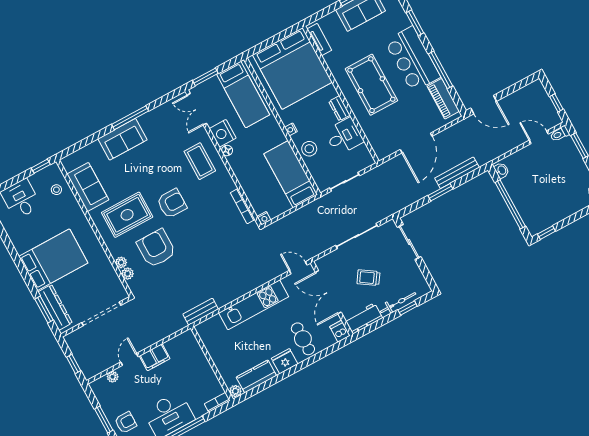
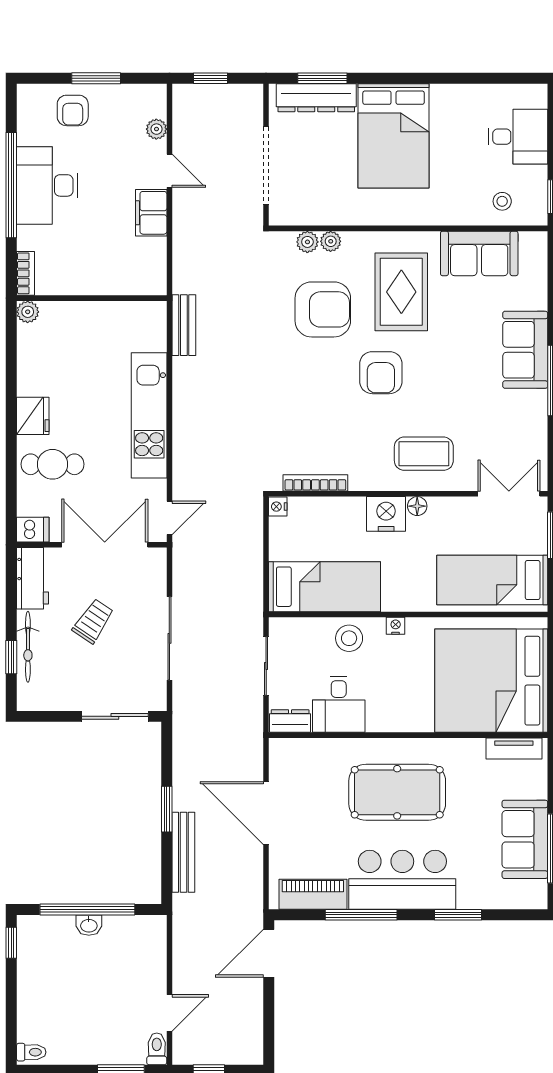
dresser: (339, 108) -> (290, 721), moved
nightstand: (223, 133) -> (386, 514), moved
washbasin: (502, 170) -> (89, 925), moved
kitchen counter: (256, 376) -> (33, 358), removed

